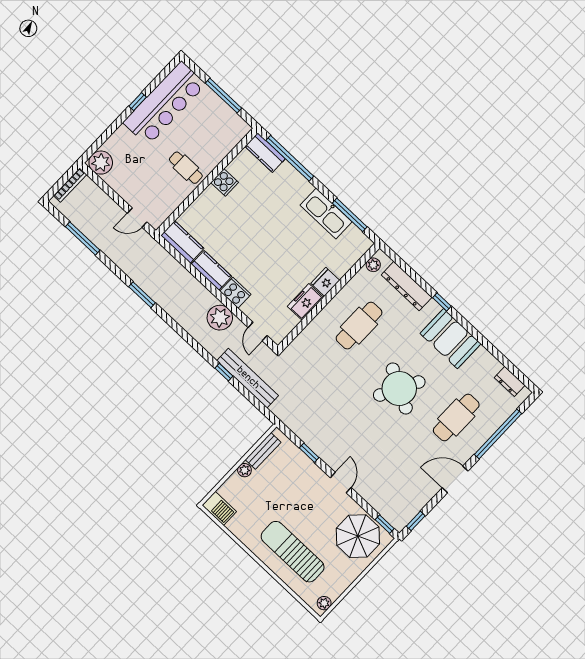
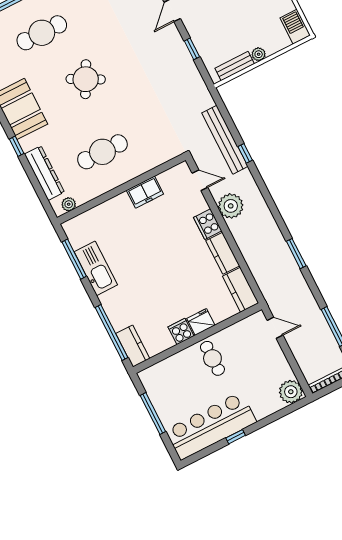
fridge: (325, 282) -> (201, 322), moved, turned 180
door: (258, 332) -> (200, 180), hinge flipped
round table: (399, 388) -> (86, 79), width x0.73, depth x0.73

